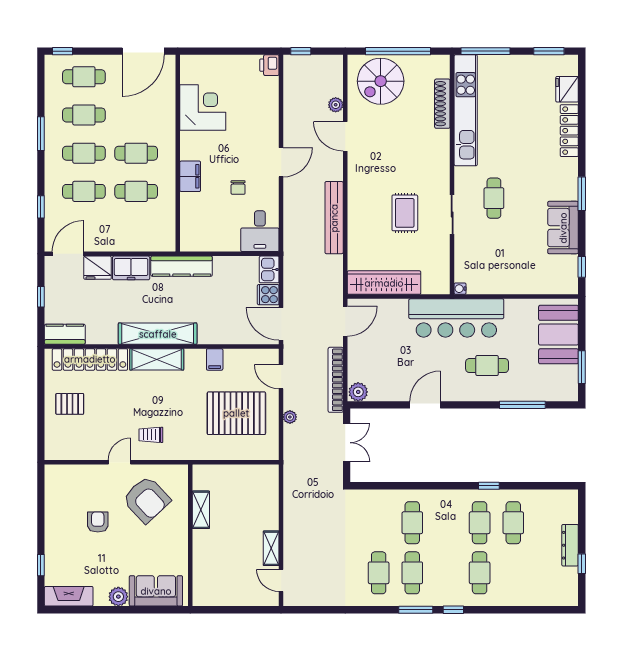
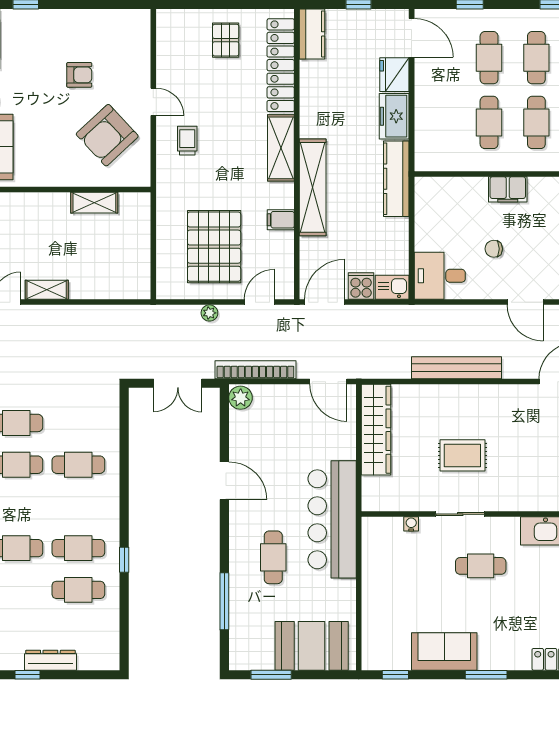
water cooler: (460, 289) -> (411, 524), moved
shelving: (158, 334) -> (313, 187), moved

